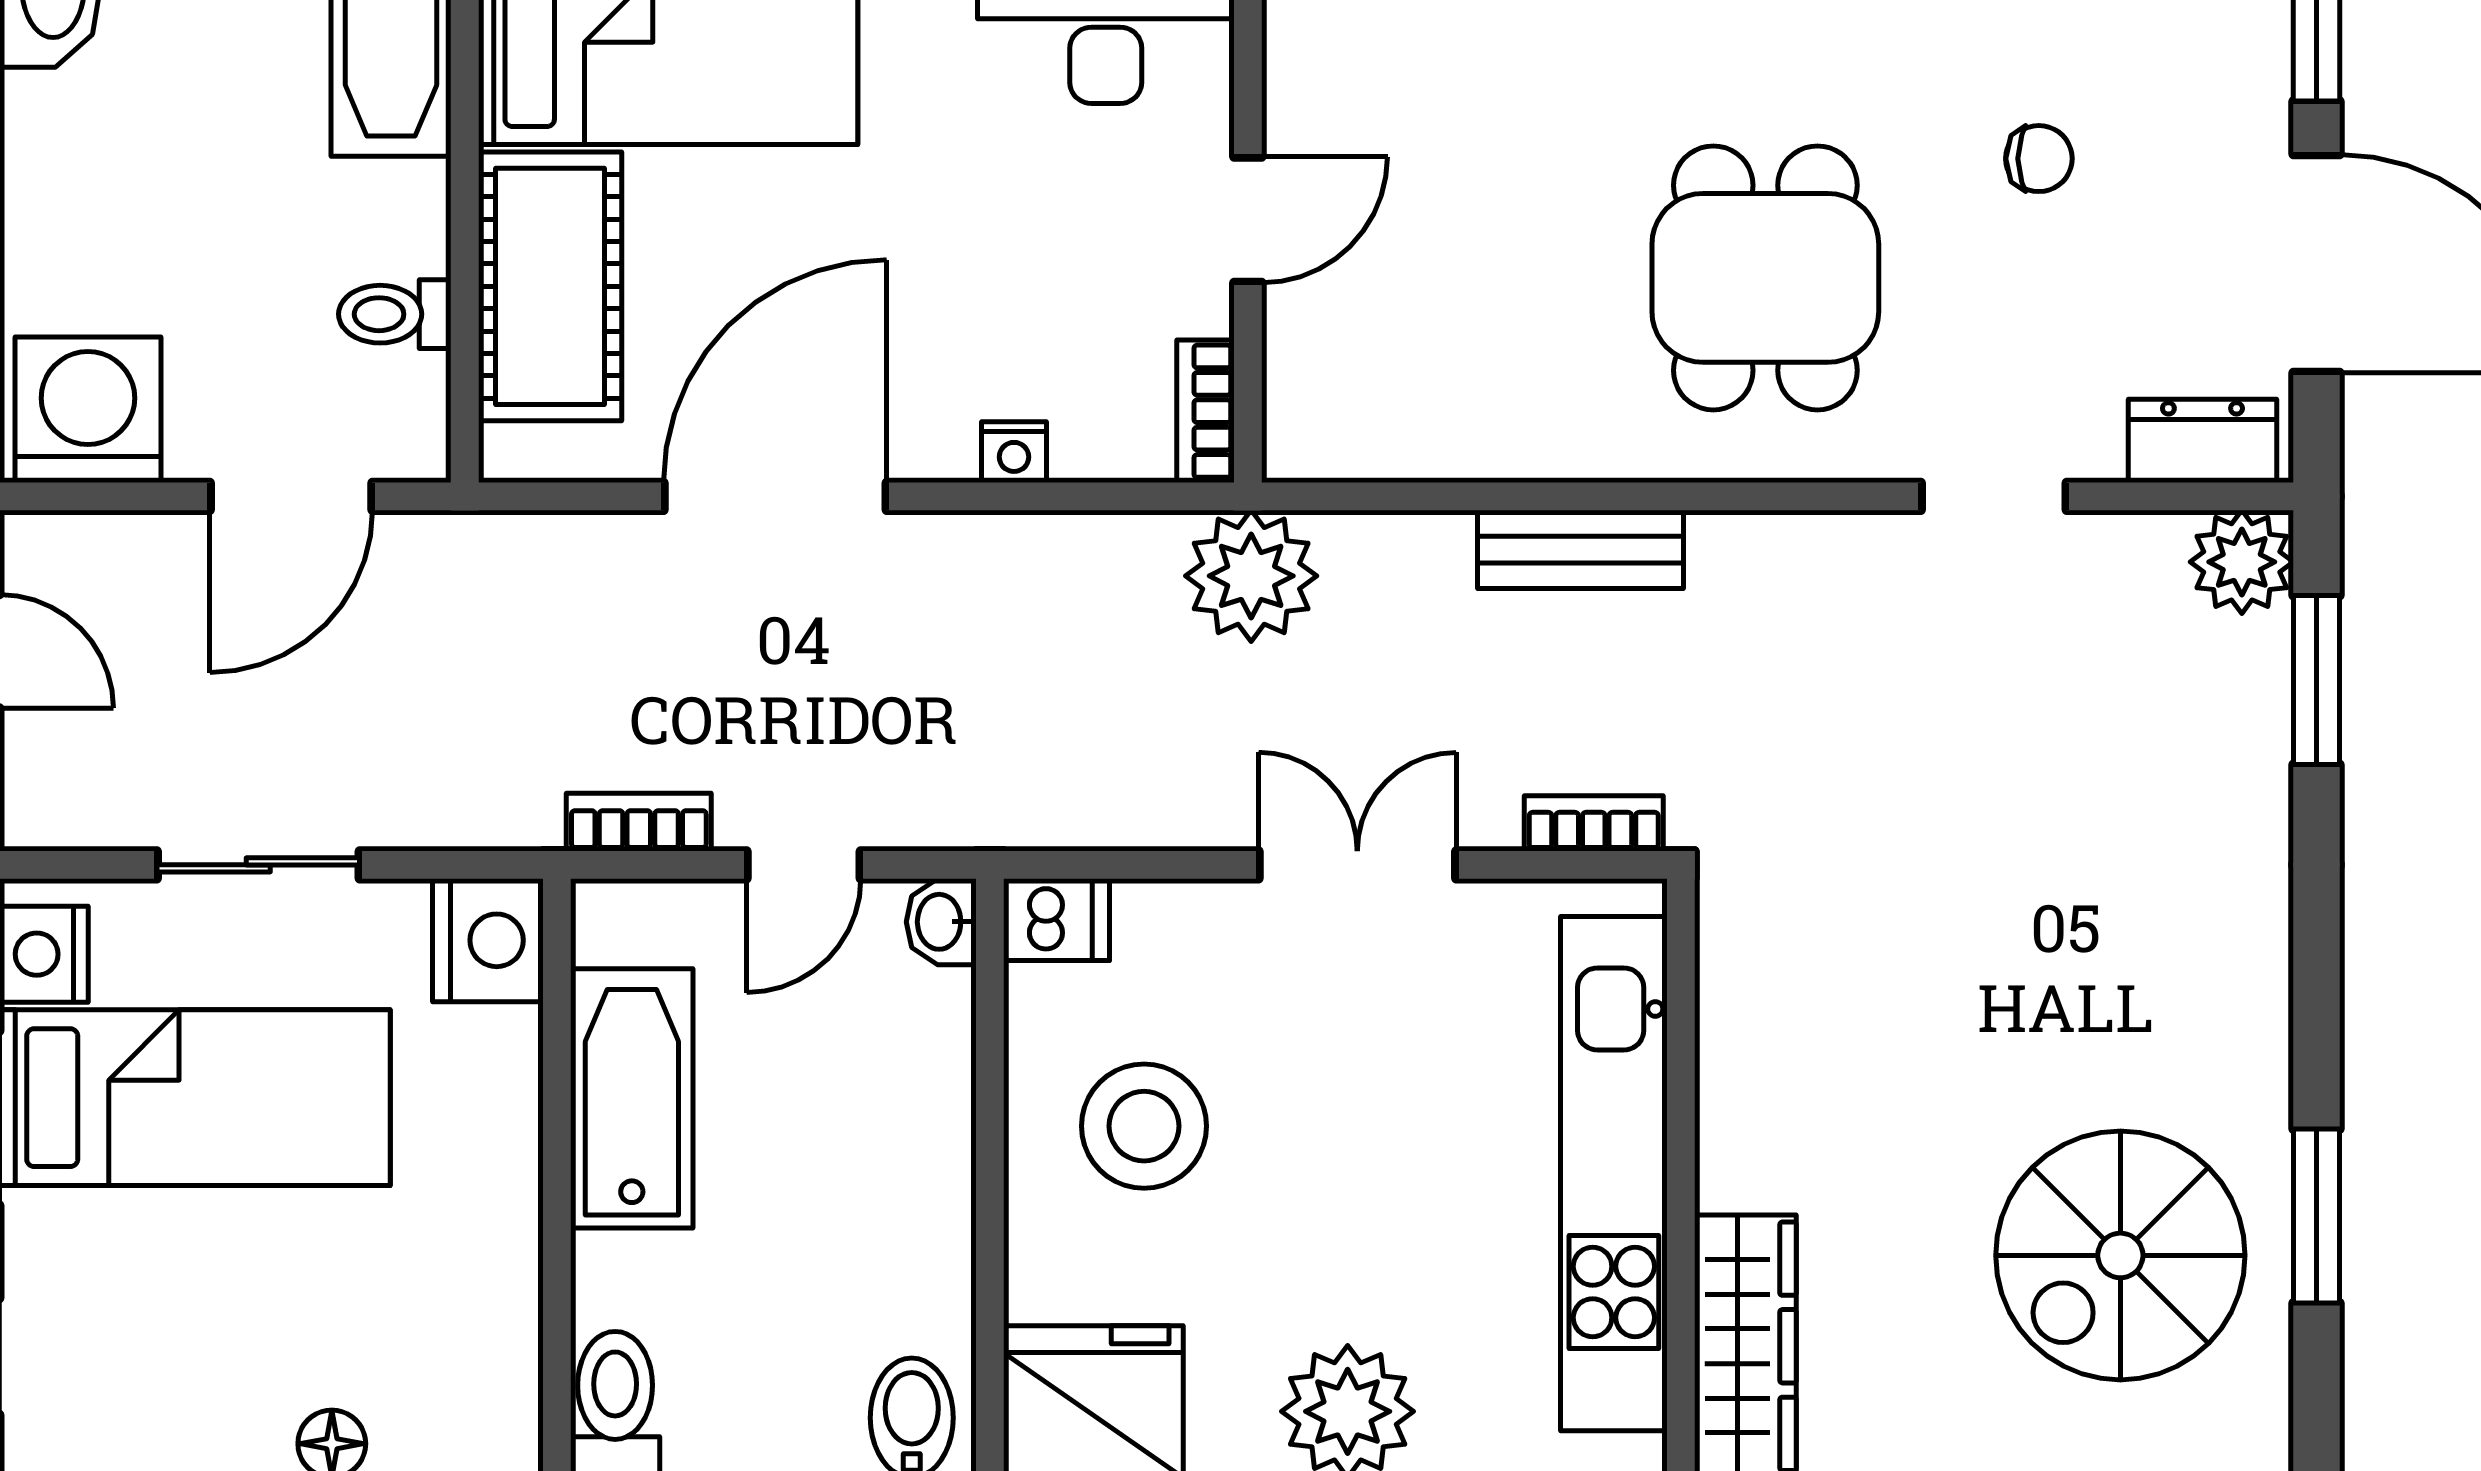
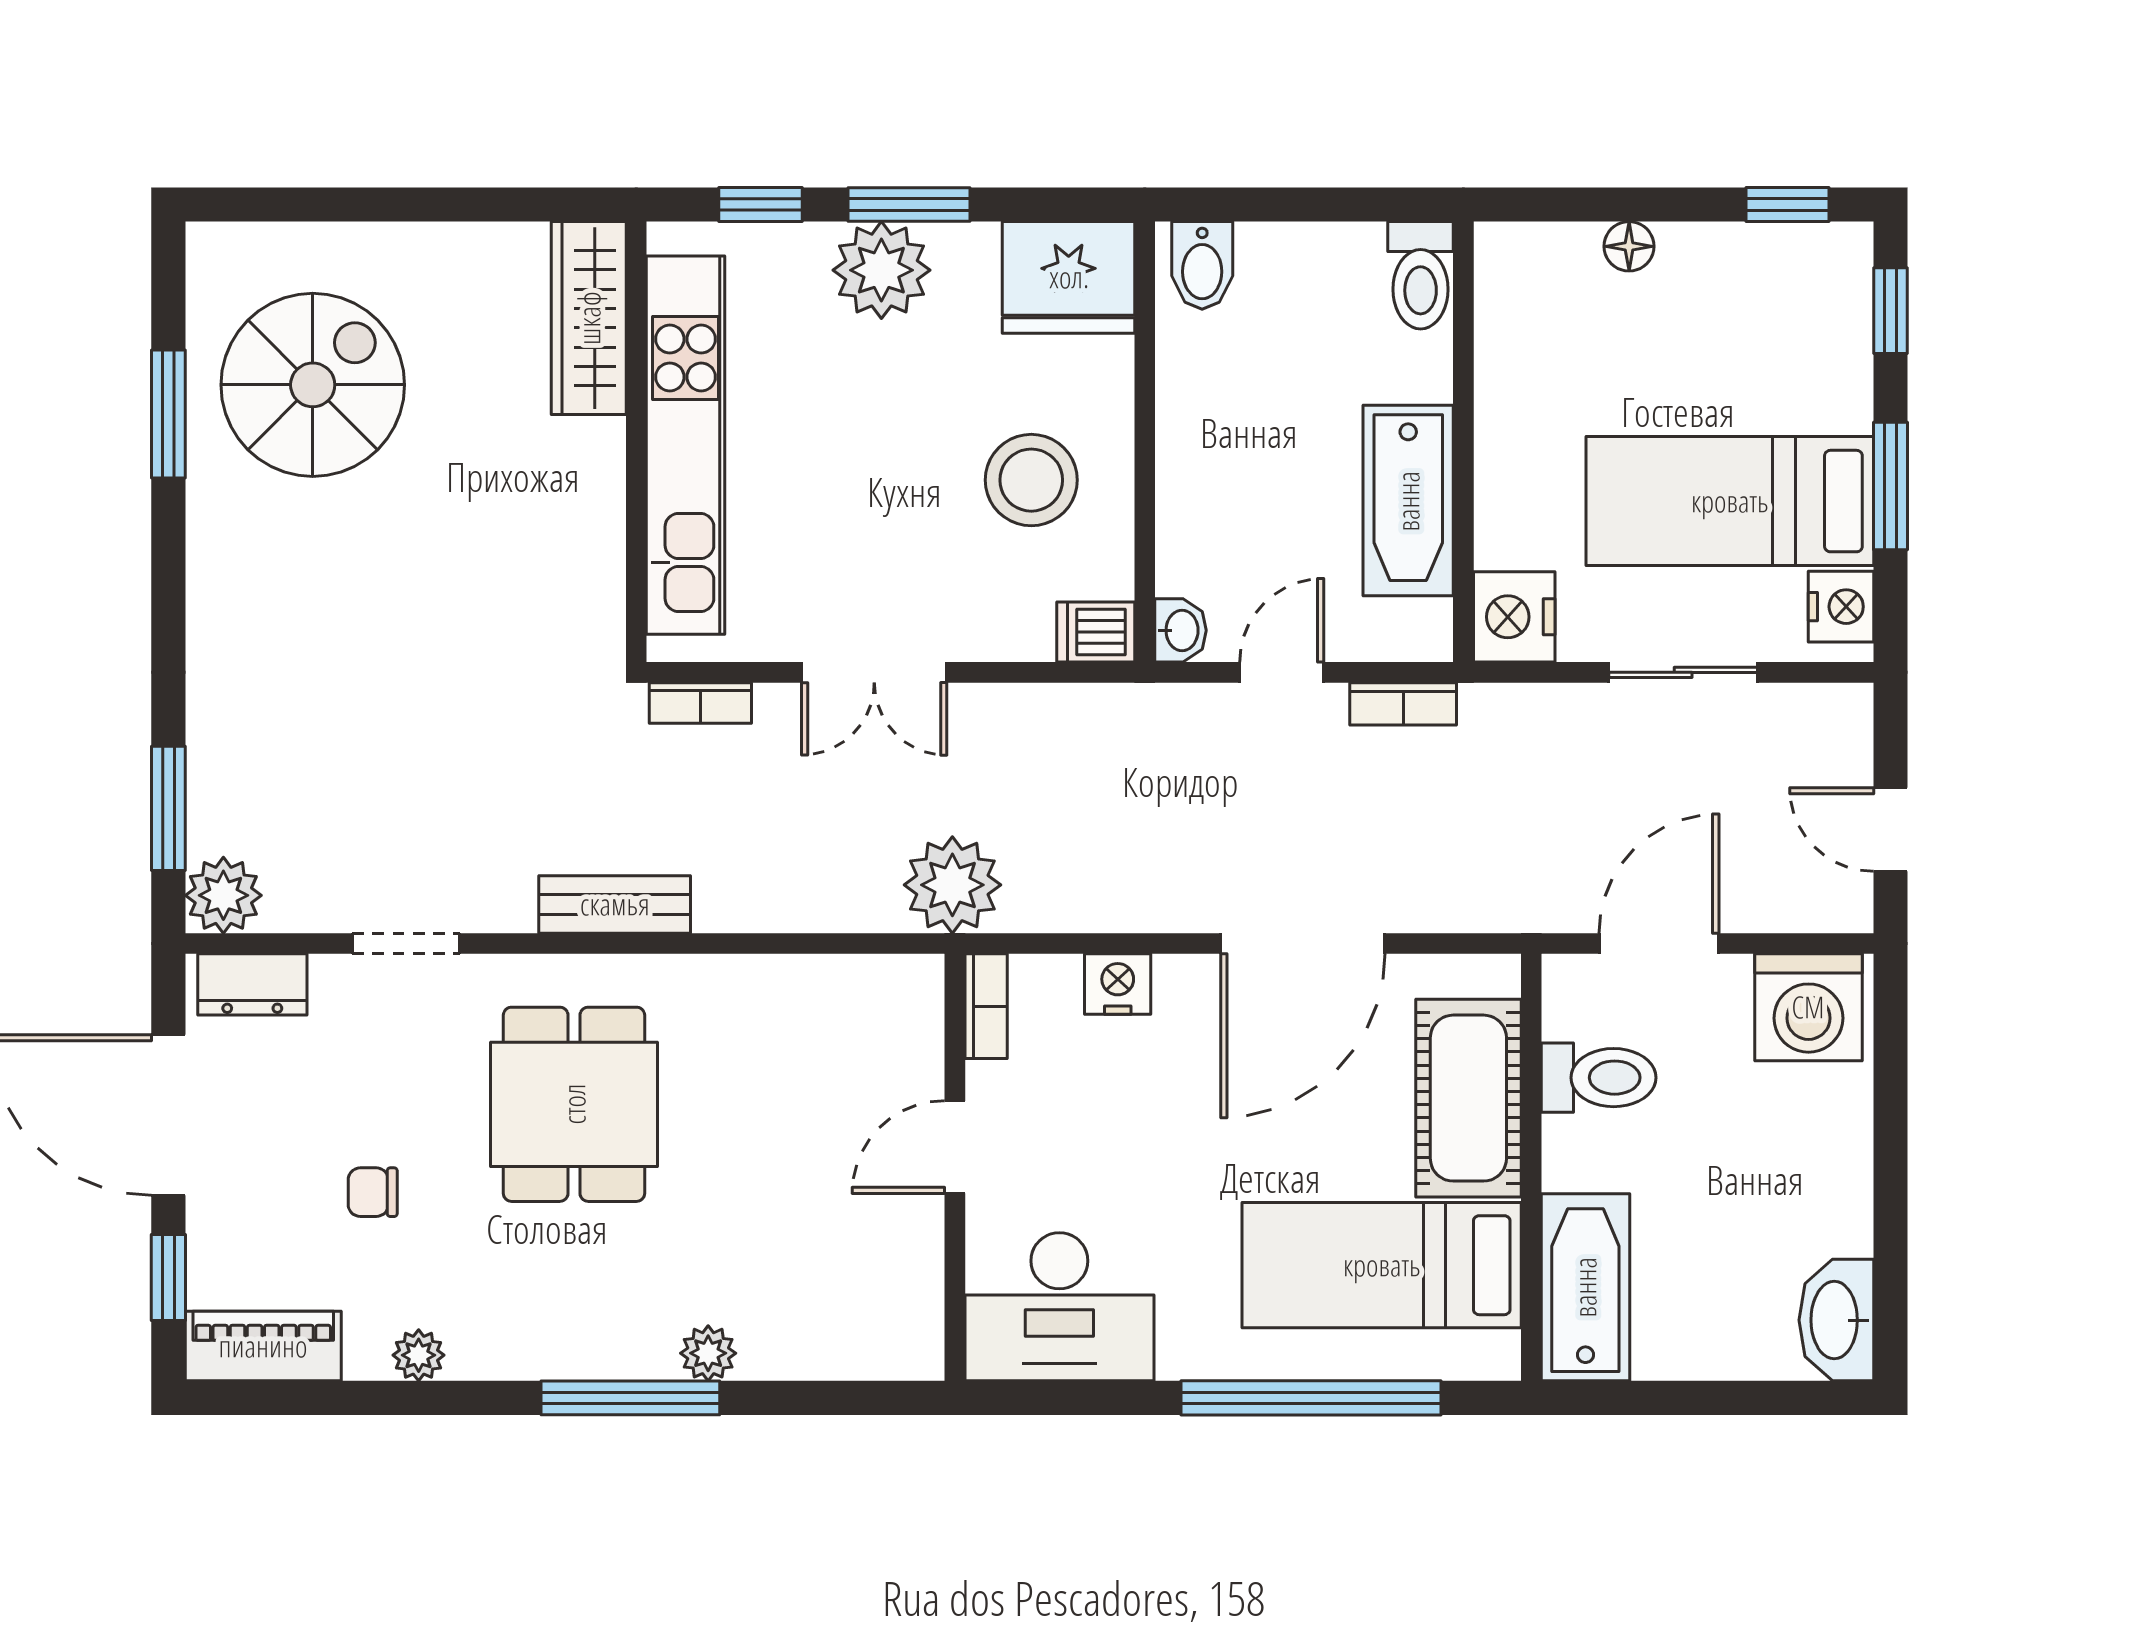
toilet: (395, 314) -> (1599, 1078), width x1.37, depth x1.39
nightstand: (1014, 452) -> (1118, 984), width x1.39, depth x1.35
bench: (1580, 549) -> (615, 904), moved

